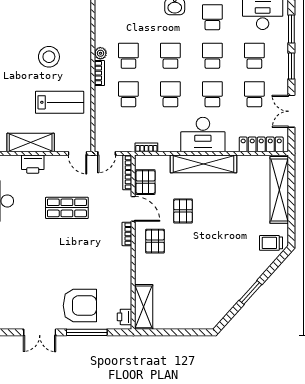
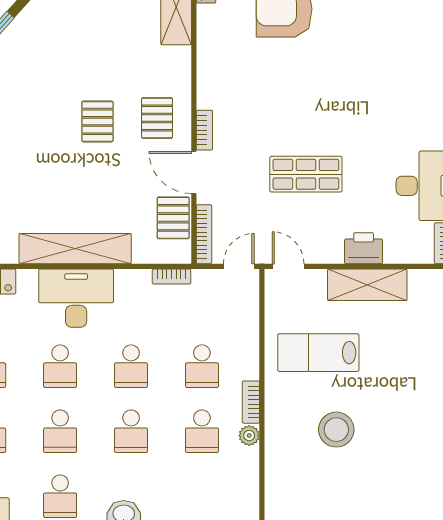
pallet: (183, 211) -> (97, 121), moved

